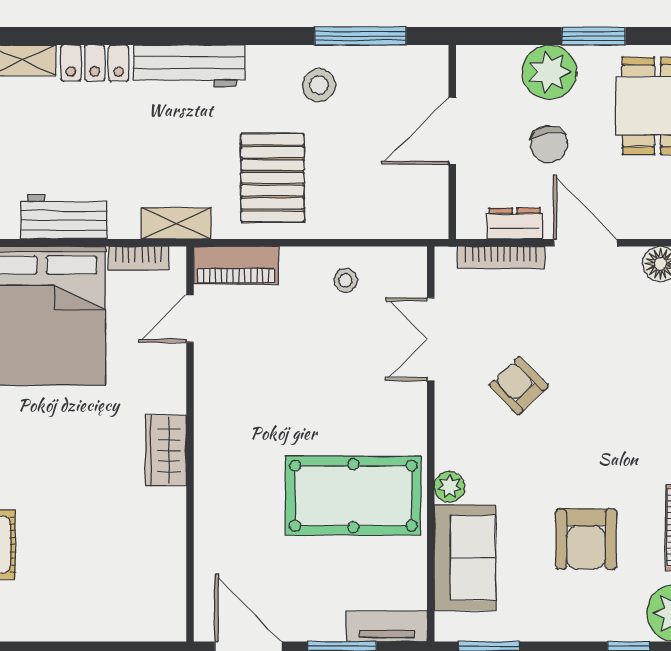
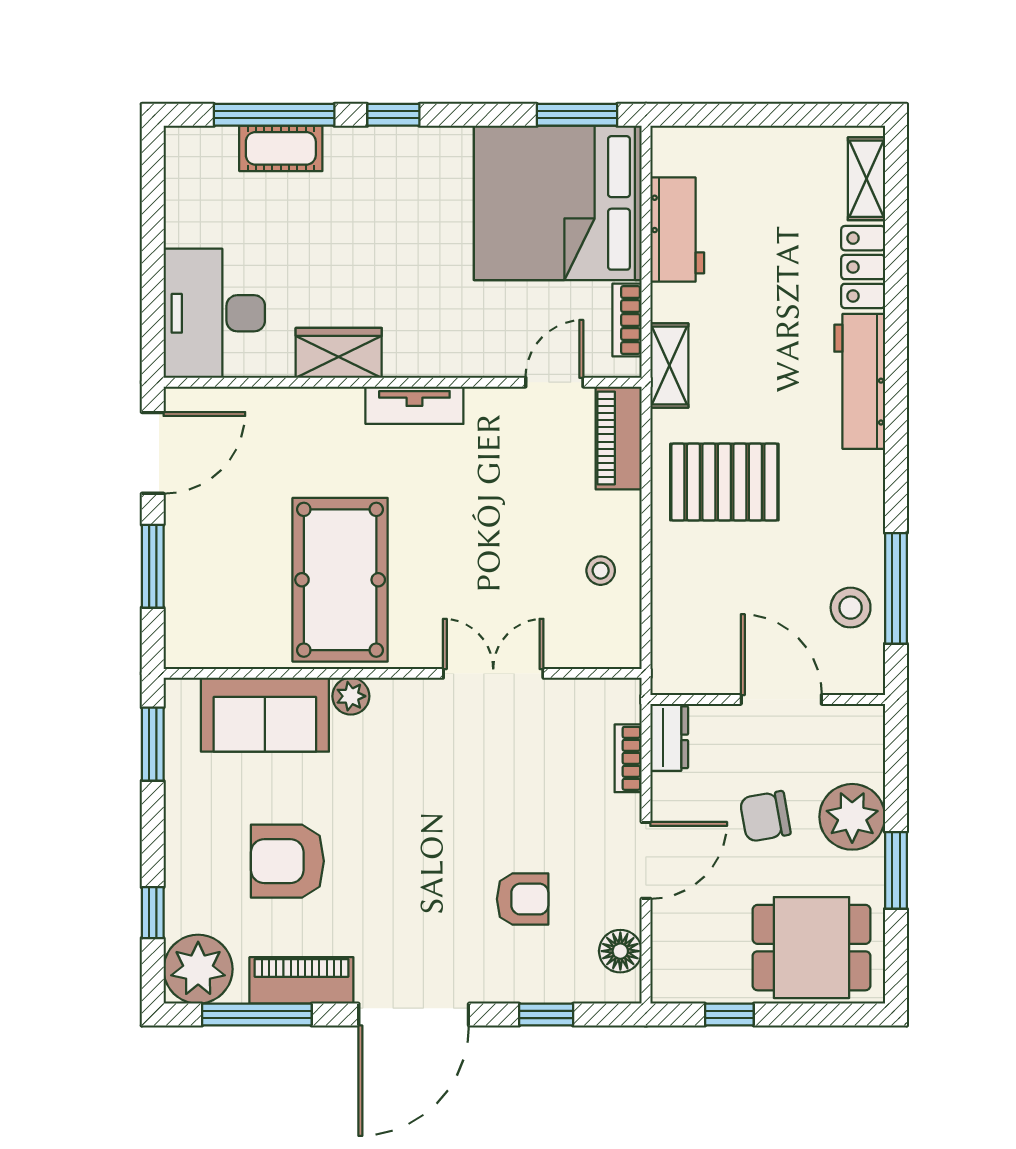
stool: (319, 85) -> (851, 608), moved
dresser: (515, 223) -> (669, 737), moved
bookcase: (501, 257) -> (628, 758), width x0.64
door: (190, 318) -> (554, 382), hinge flipped
double door: (431, 339) -> (493, 673), moved
armchair: (519, 386) -> (523, 899), moved, turned 44
wardrobe: (166, 450) -> (339, 353), moved
desk: (133, 600) -> (214, 313), added
tv unit: (387, 626) -> (414, 405), moved, turned 90

